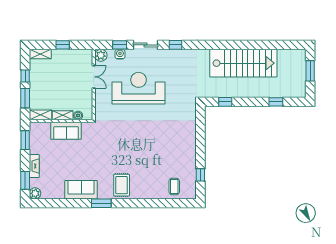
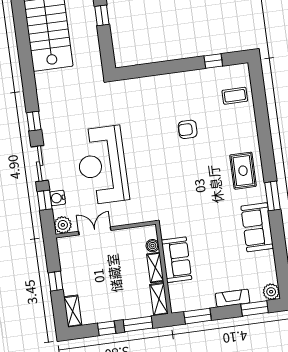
window: (225, 102) -> (102, 15), moved
armchair: (155, 151) -> (188, 129), added
rug: (122, 185) -> (243, 171), turned 90

